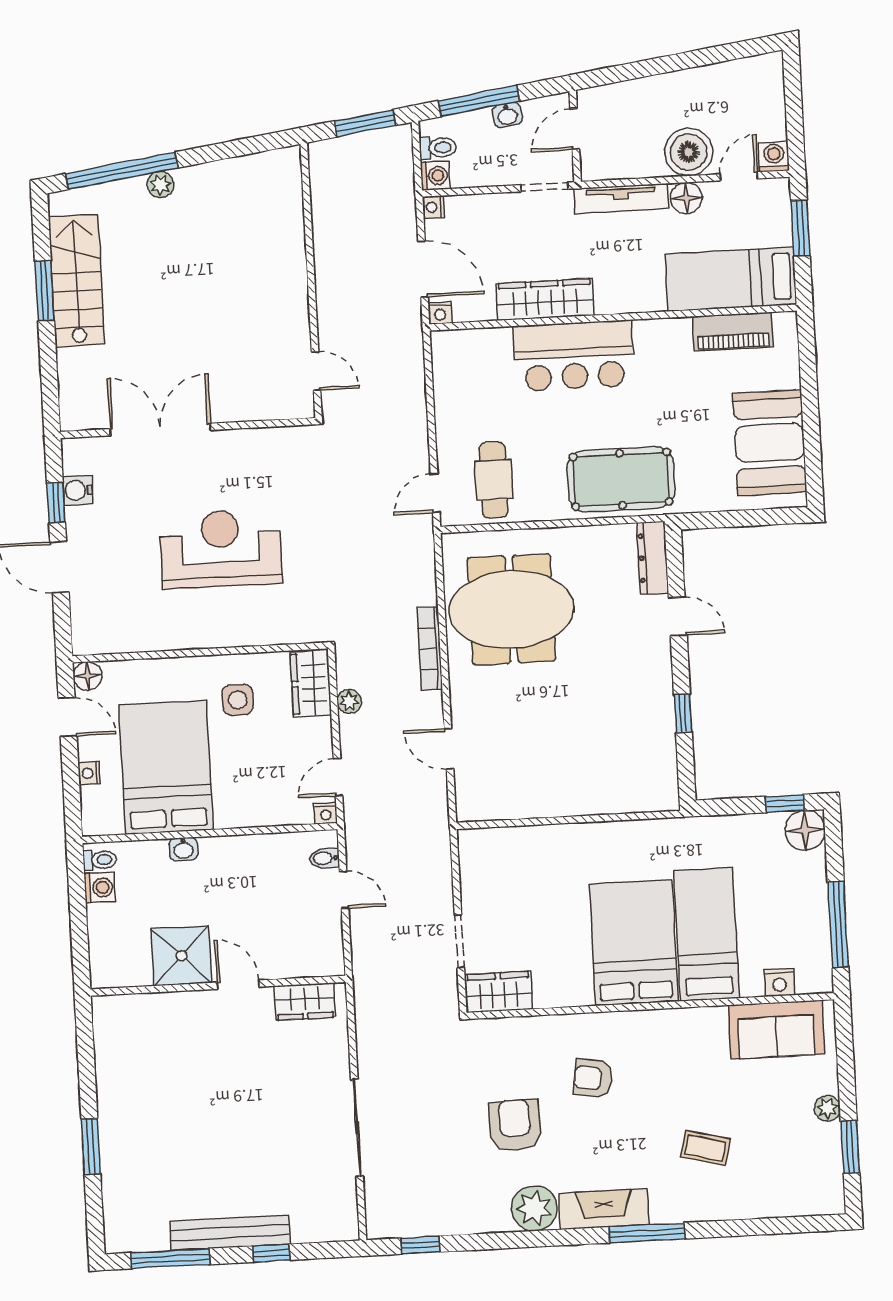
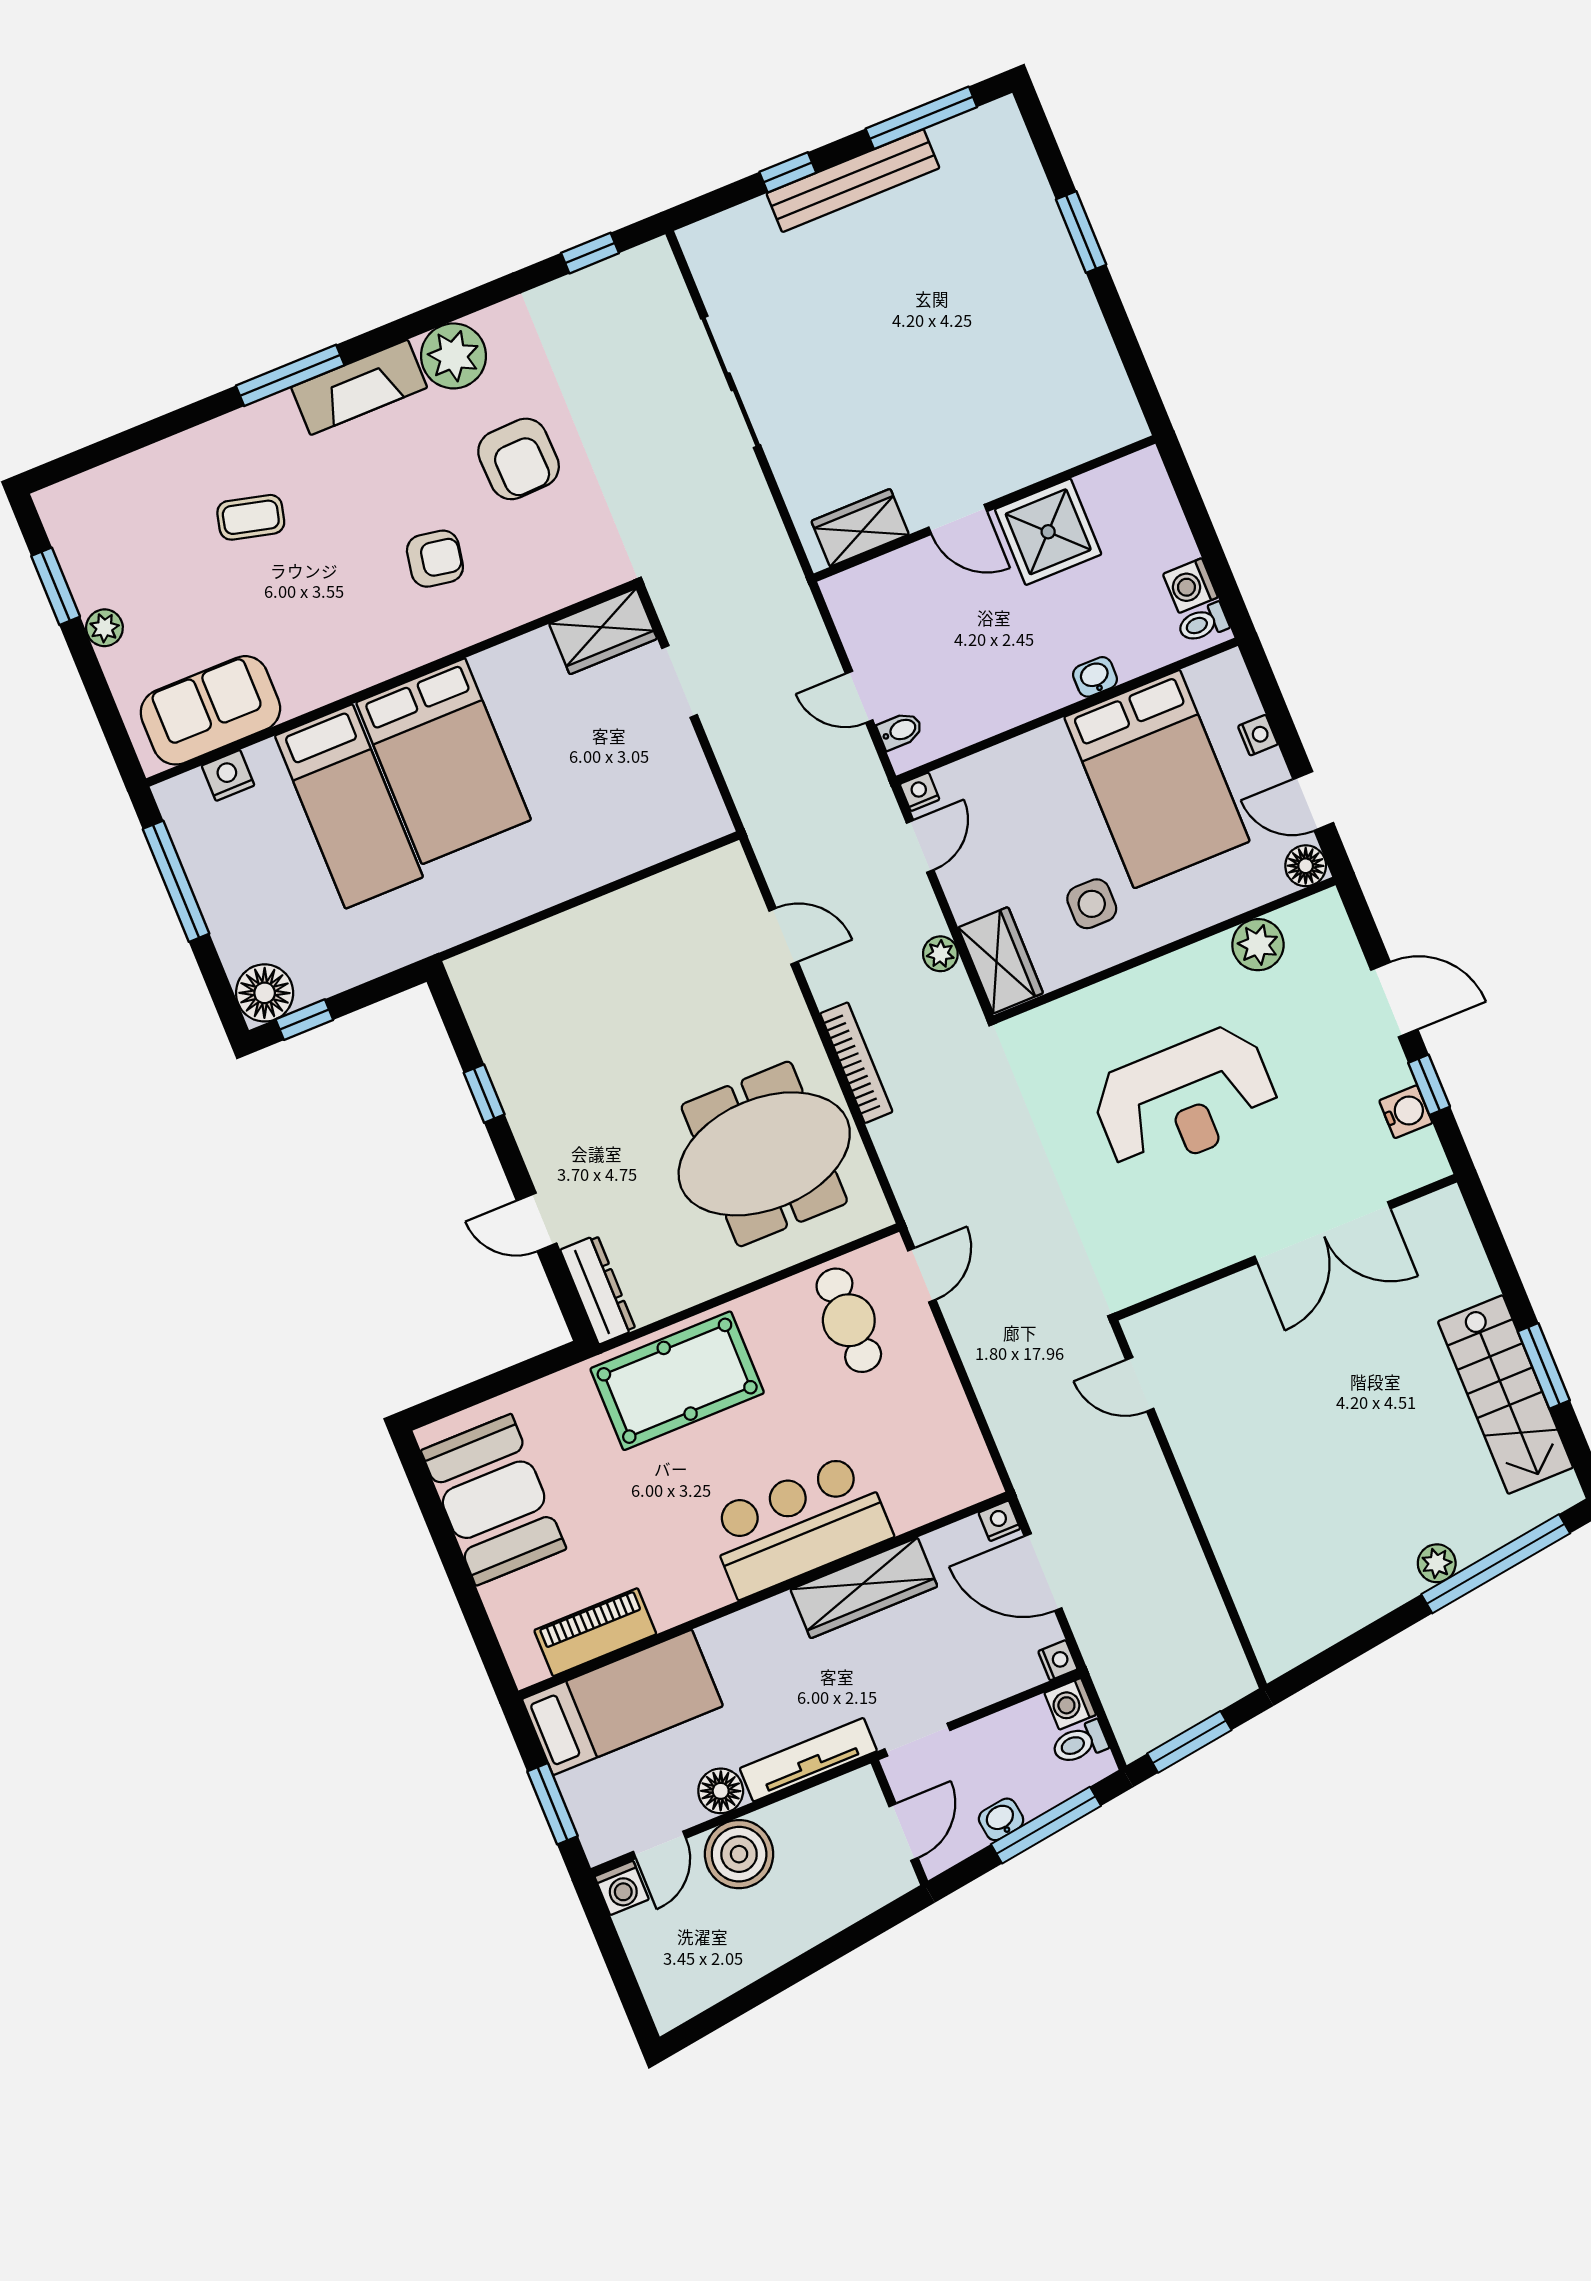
plant: (137, 635) -> (1258, 945), added

